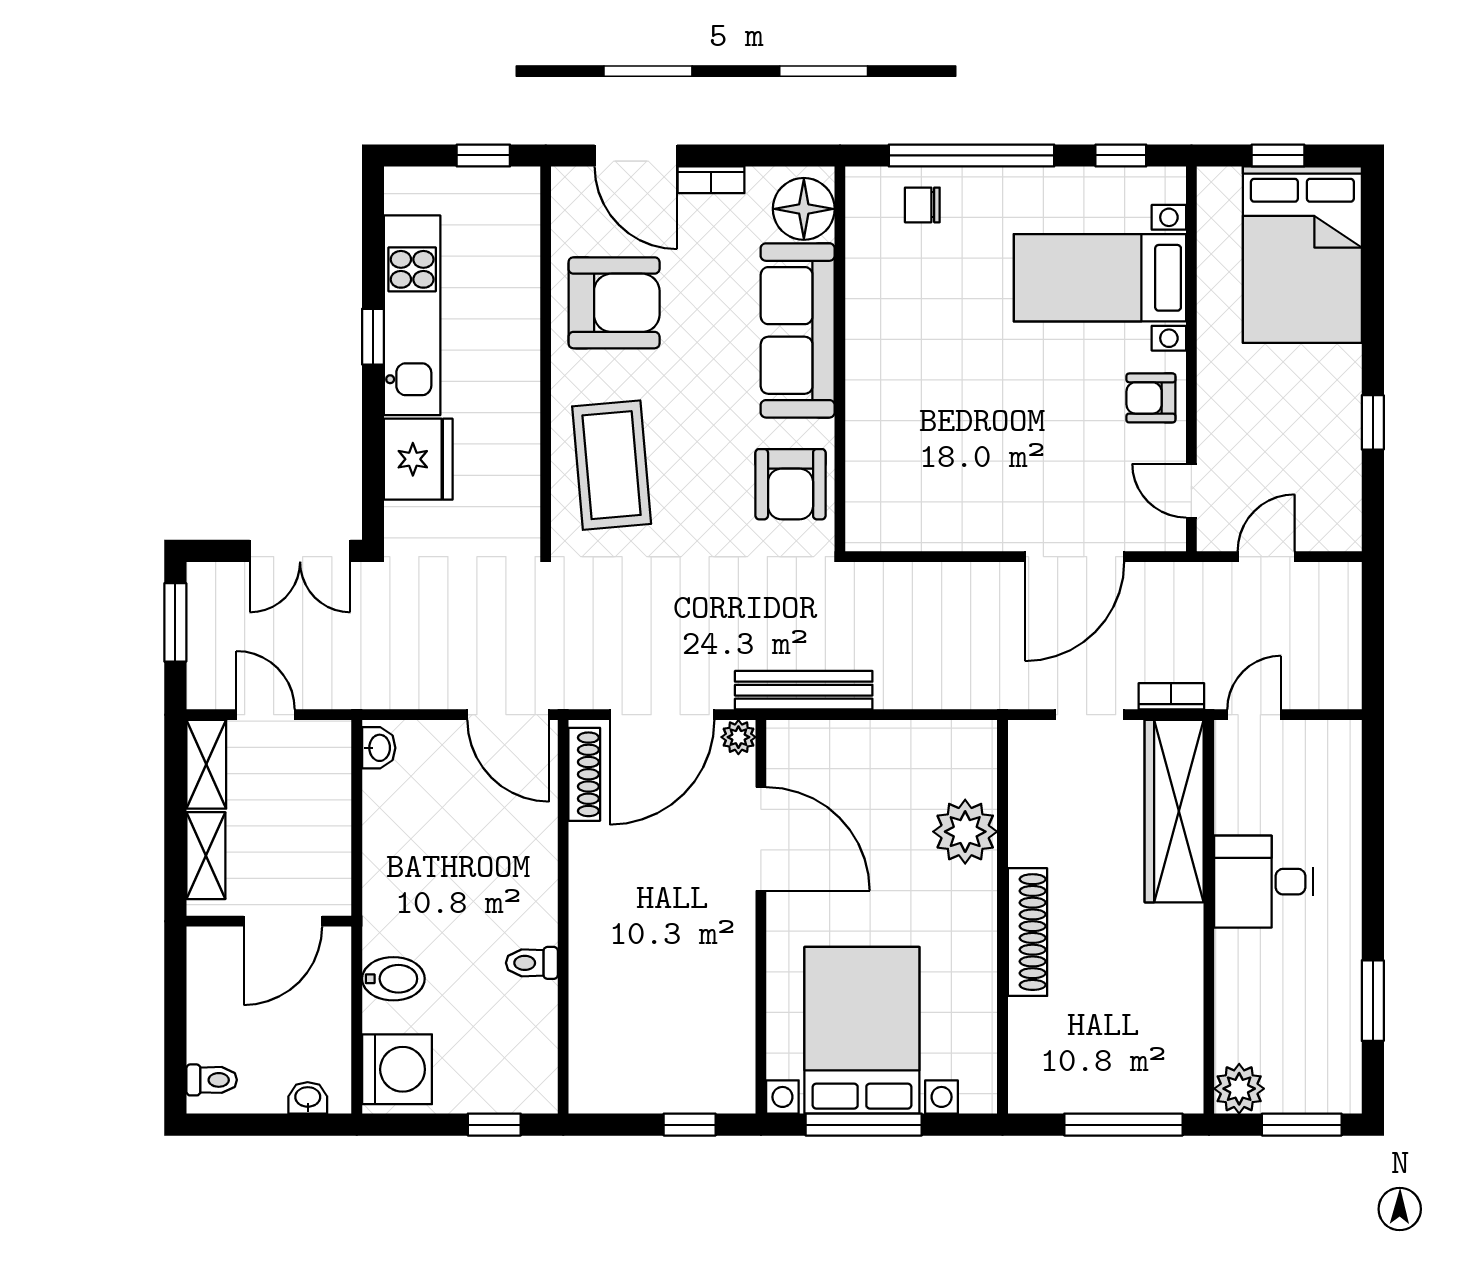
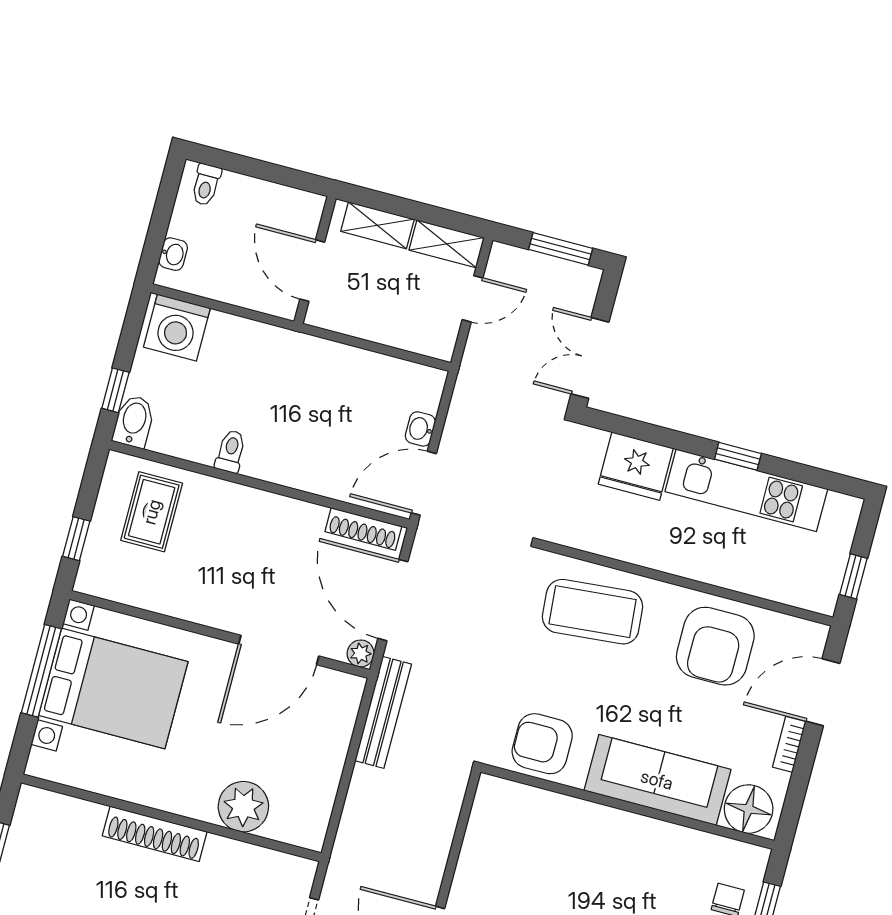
washbasin: (379, 748) -> (420, 429), moved, turned 90
bidet: (393, 979) -> (134, 421), moved, turned 180
rug: (632, 1041) -> (152, 512), added

